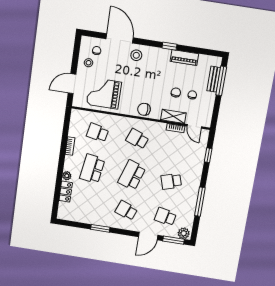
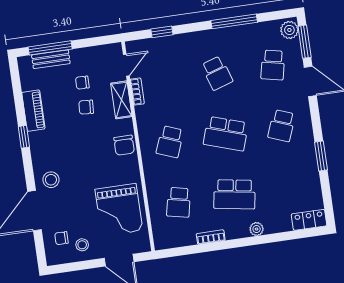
locker: (66, 192) -> (309, 220), moved

